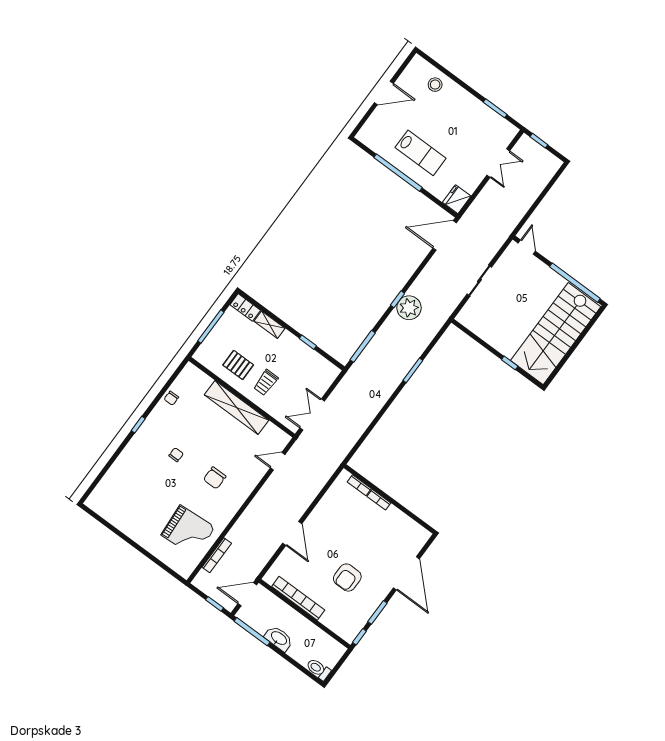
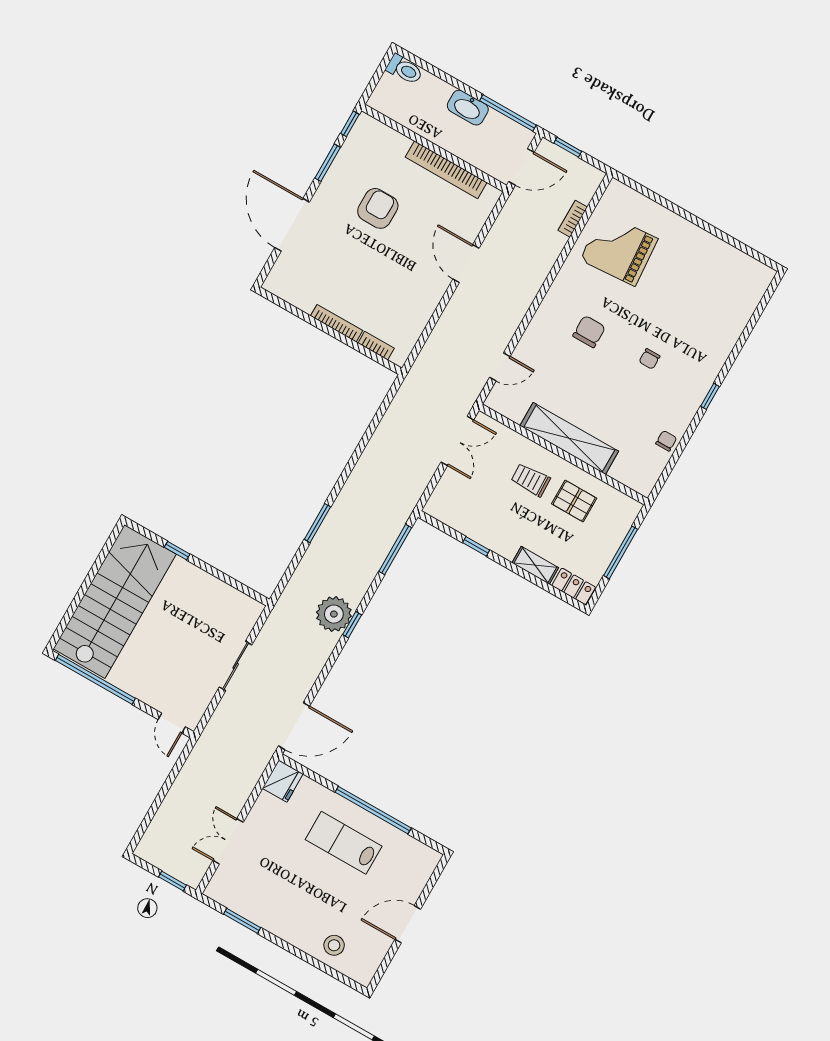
trolley: (266, 383) -> (531, 480), turned -92
bookcase: (379, 500) -> (337, 323), width x1.56
bookcase: (217, 555) -> (573, 219), width x0.64

